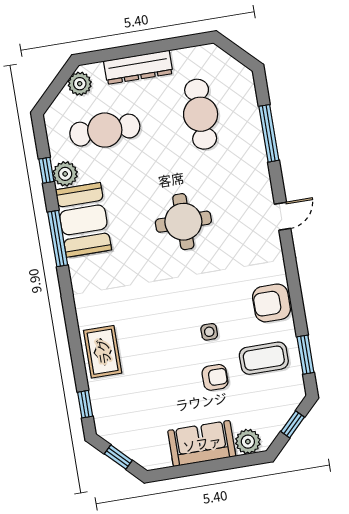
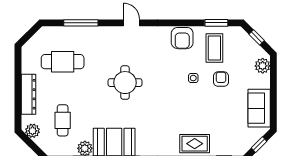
cafe table: (105, 130) -> (63, 120), width x0.73, depth x0.74
sofa: (202, 443) -> (259, 108), moved

